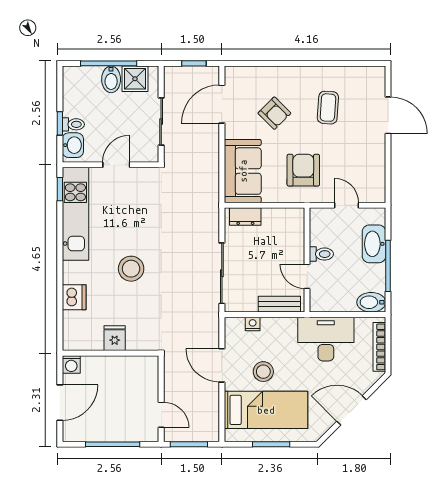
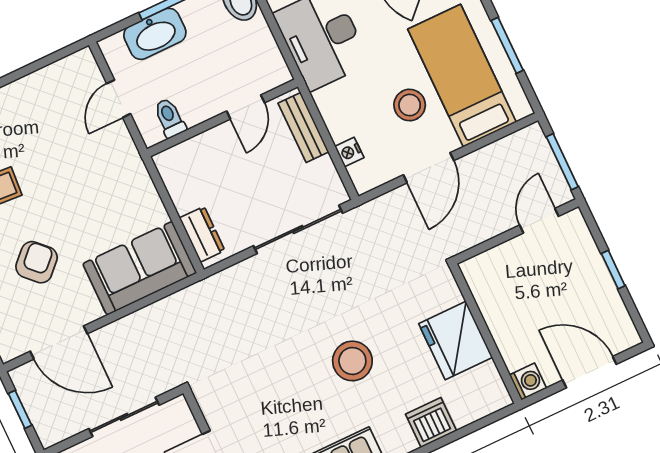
armchair: (303, 170) -> (98, 183), removed
toilet: (321, 254) -> (170, 118), moved
fridge: (115, 338) -> (456, 340), width x1.88, depth x1.34
window: (113, 444) -> (613, 270), width x0.46

